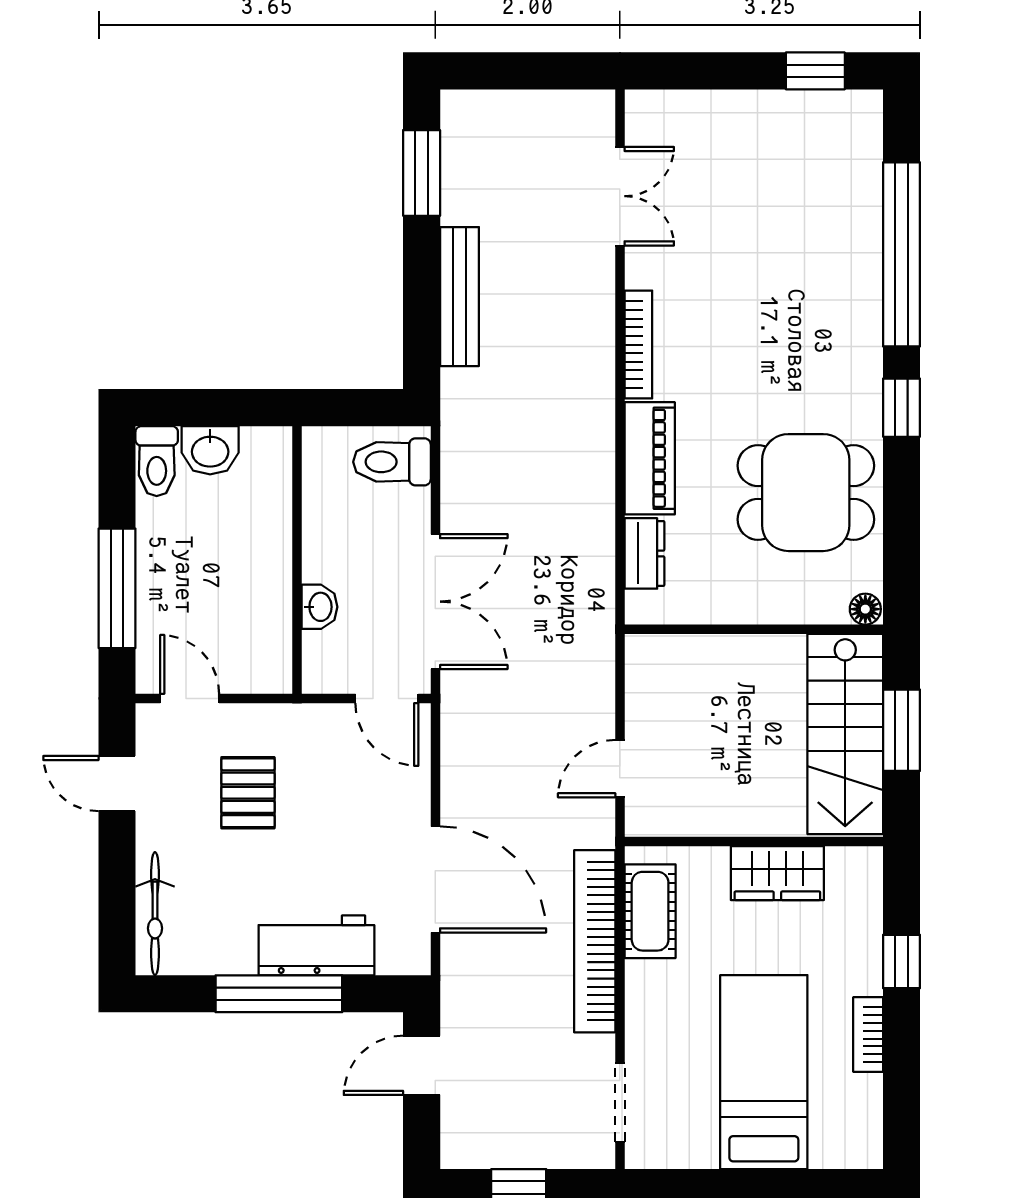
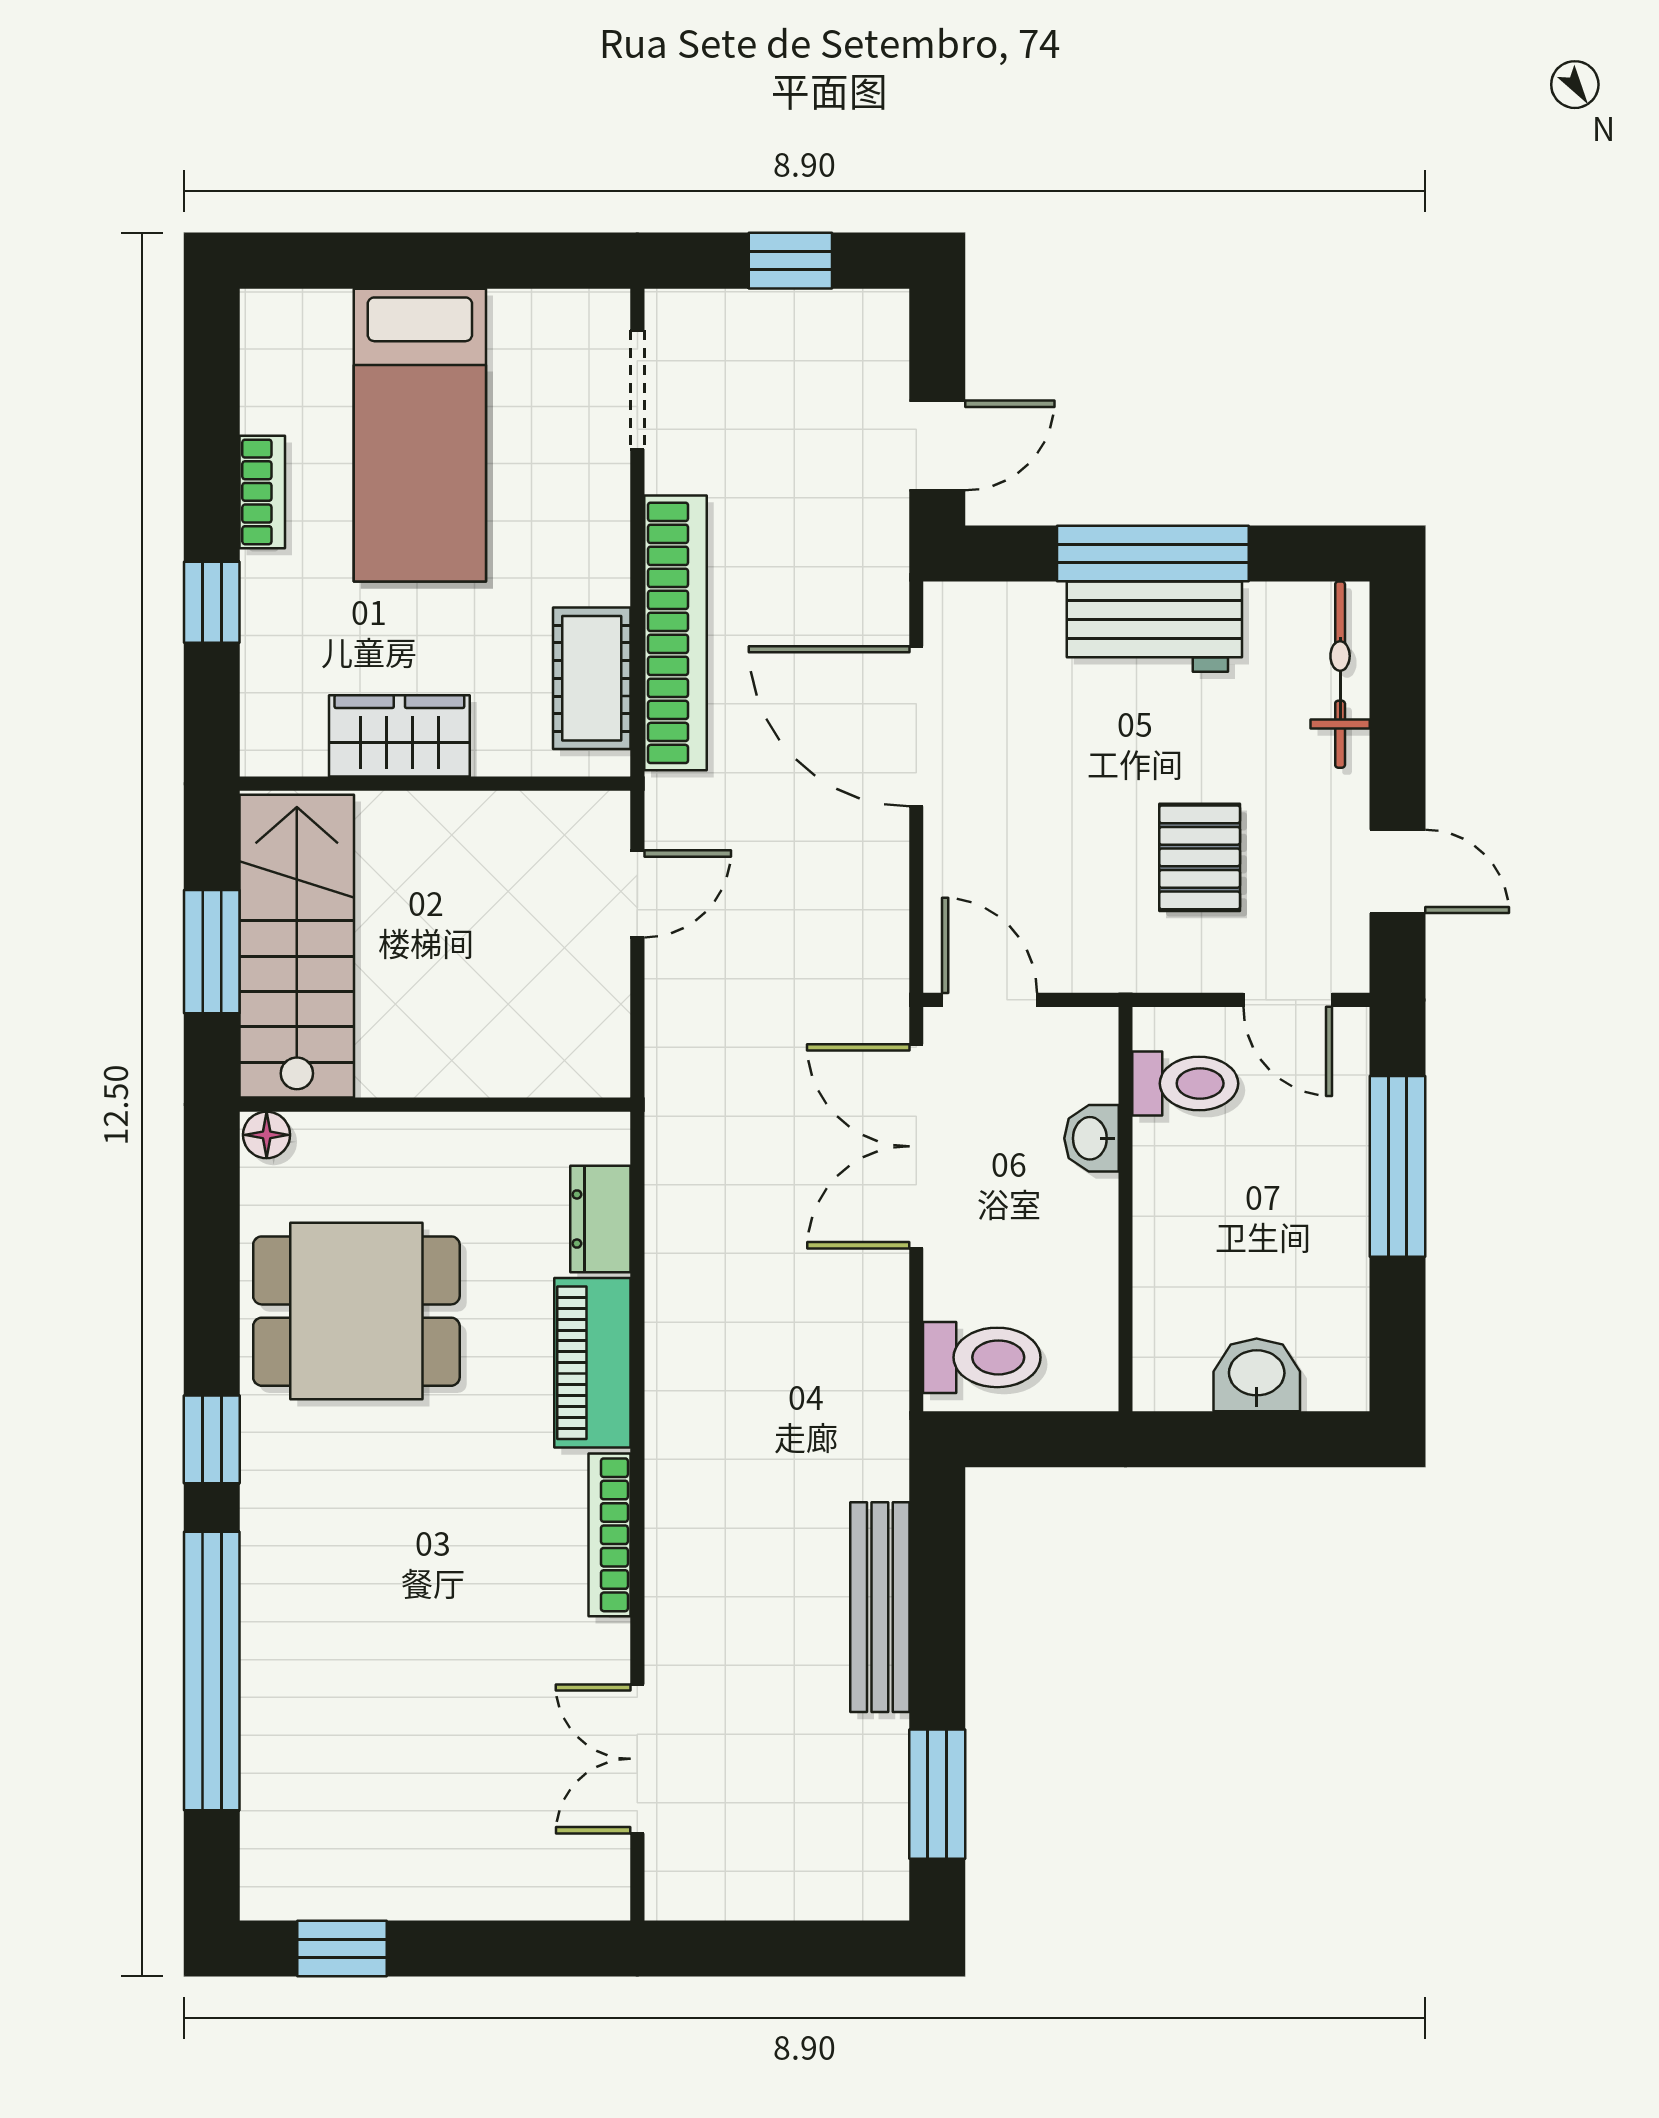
toilet: (157, 461) -> (1185, 1083), moved, turned 90
workbench: (316, 945) -> (1154, 627), moved

